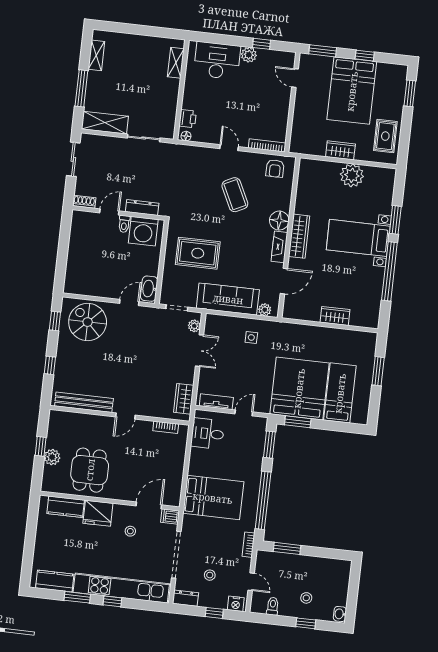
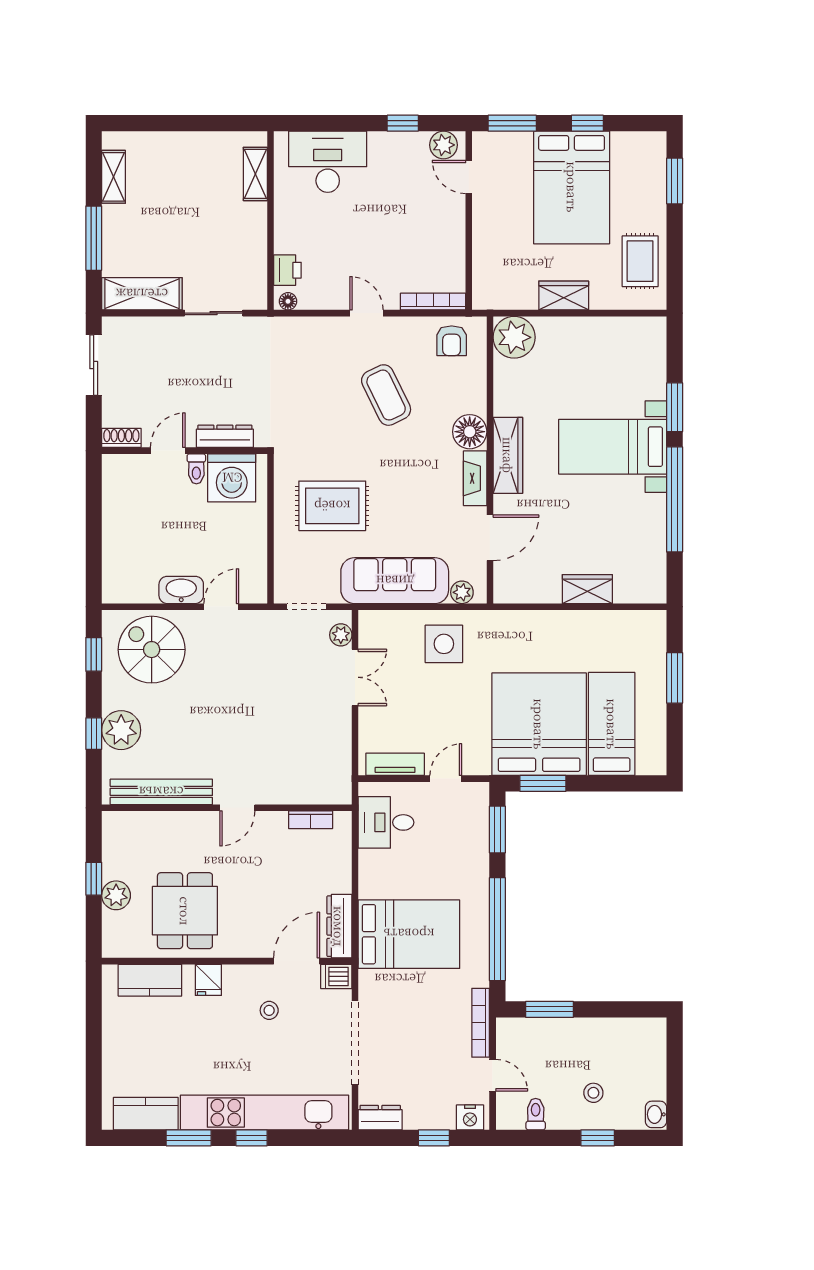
plant: (249, 55) -> (444, 145), moved
plant: (352, 175) -> (514, 337), moved
washbasin: (149, 289) -> (181, 590), moved, turned 90
side table: (251, 337) -> (444, 644), width x1.87, depth x1.87
plant: (65, 365) -> (121, 730), added
wardrobe: (184, 399) -> (337, 766), removed
dresser: (175, 489) -> (339, 926), added
fridge: (98, 513) -> (208, 980), width x0.53, depth x0.75
bookcase: (249, 545) -> (481, 1023), width x1.56
stool: (210, 575) -> (418, 1072), removed

